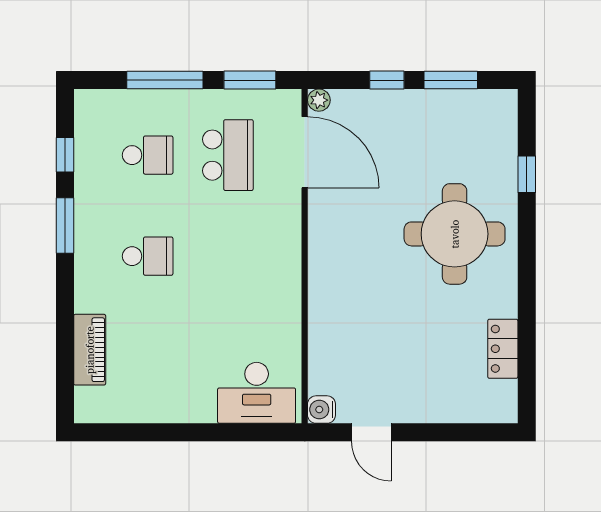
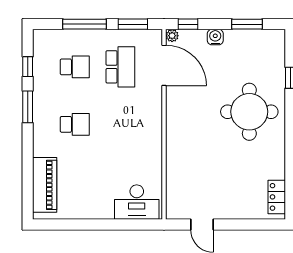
window: (387, 80) -> (188, 24), moved
locker: (503, 349) -> (277, 197), moved
piano: (90, 350) -> (45, 185), width x1.37, depth x1.33
water cooler: (321, 410) -> (215, 37), moved, turned 90

